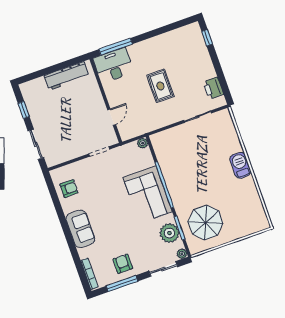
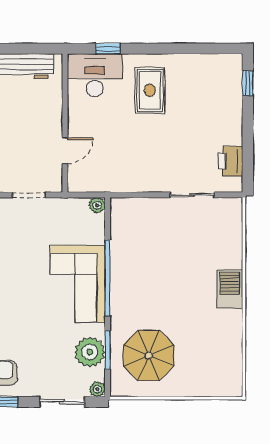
window: (116, 47) -> (108, 49), width x0.46
rug: (160, 86) -> (150, 90), moved

